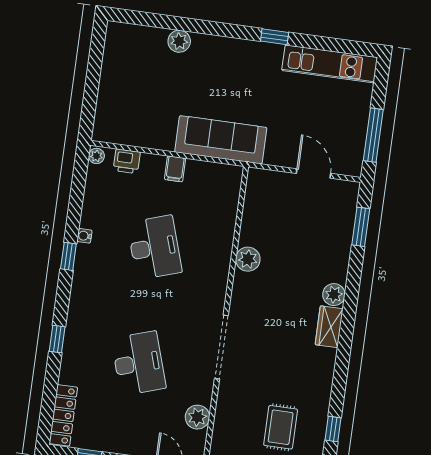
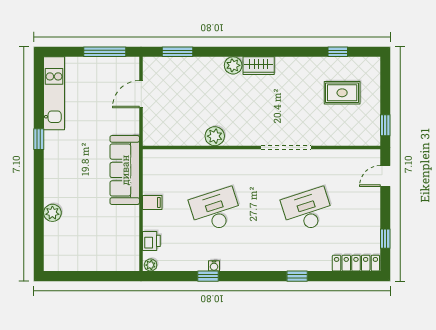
window: (68, 256) -> (208, 276), moved
plant: (197, 417) -> (343, 159), removed

